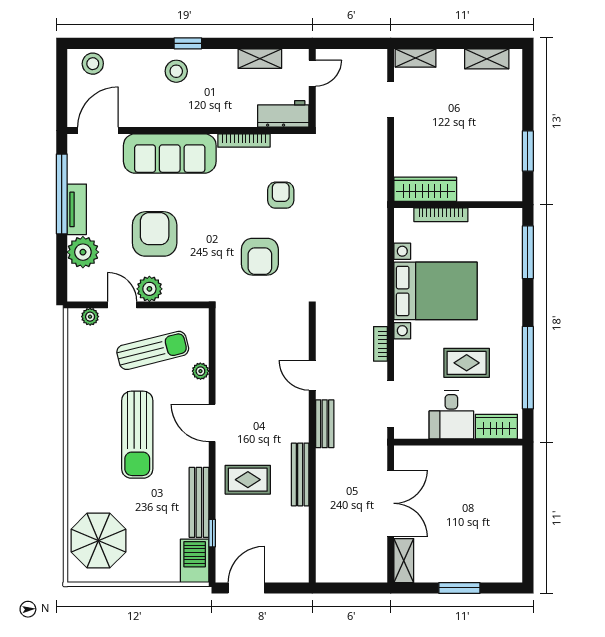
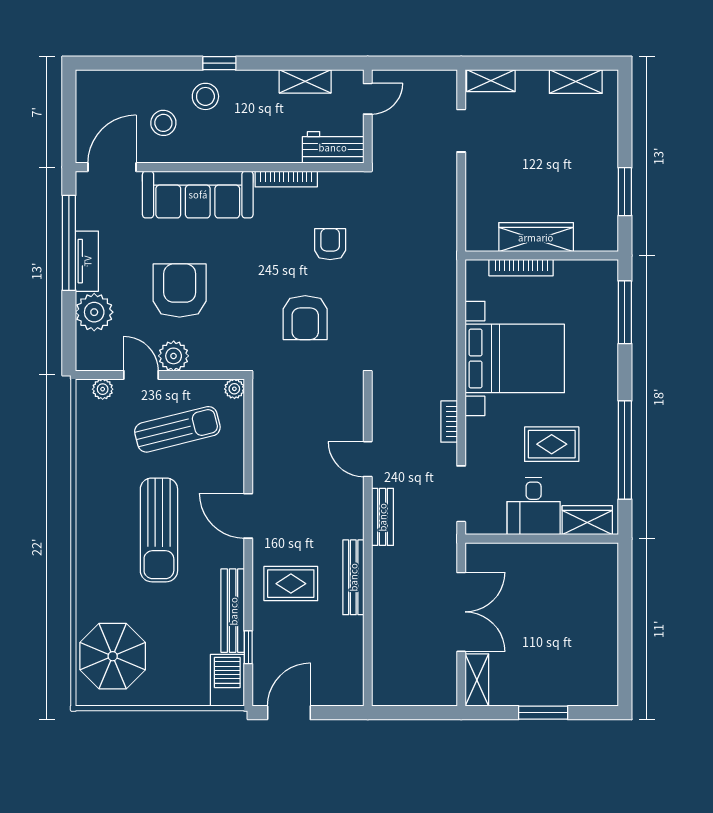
stool: (93, 64) -> (163, 123), moved
wardrobe: (425, 189) -> (536, 237), moved
plant: (200, 371) -> (234, 389), moved

